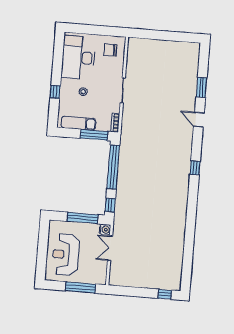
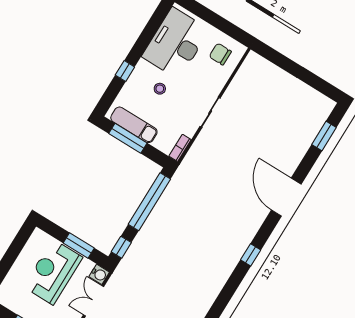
window: (201, 87) -> (324, 136), moved
door: (199, 120) -> (286, 197), width x1.88
window: (94, 135) -> (128, 138), moved
window: (83, 218) -> (79, 246), width x0.69
reception desk: (66, 255) -> (53, 272), moved

